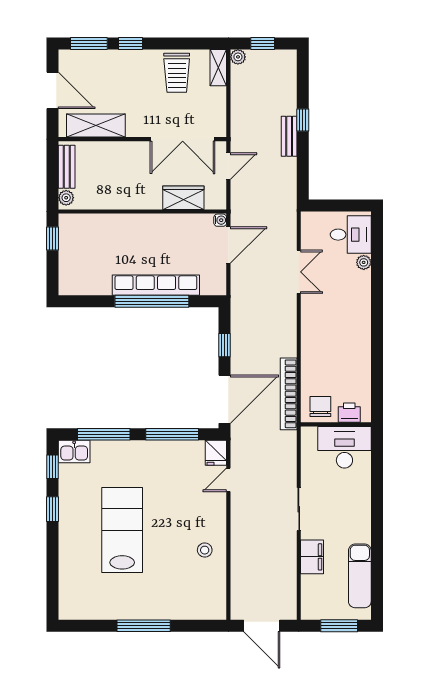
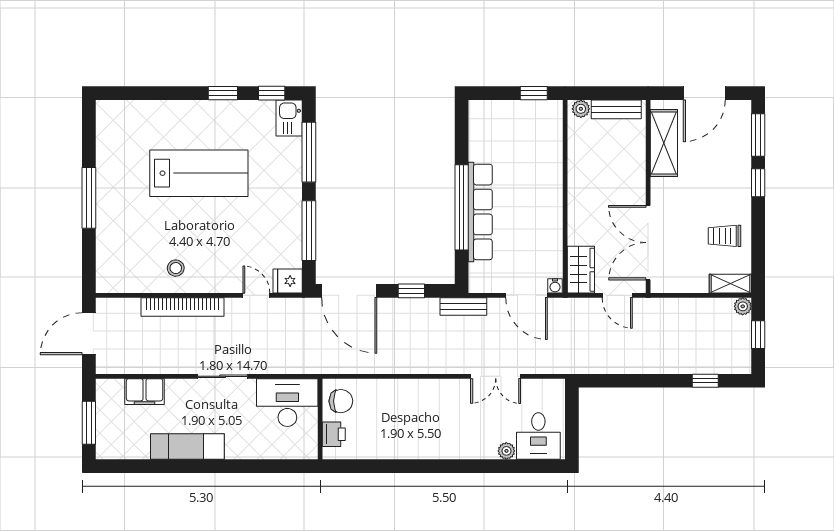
trolley: (177, 73) -> (725, 236), width x0.73, depth x0.72
window: (303, 120) -> (705, 381), moved
bench: (289, 136) -> (463, 306), moved
wardrobe: (183, 198) -> (581, 270), moved
bookcase: (289, 394) -> (183, 307), moved, turned 180
desk: (344, 447) -> (287, 403), moved, turned -90
filing cabinet: (312, 557) -> (145, 392), moved
exam couch: (360, 576) -> (187, 446), moved

